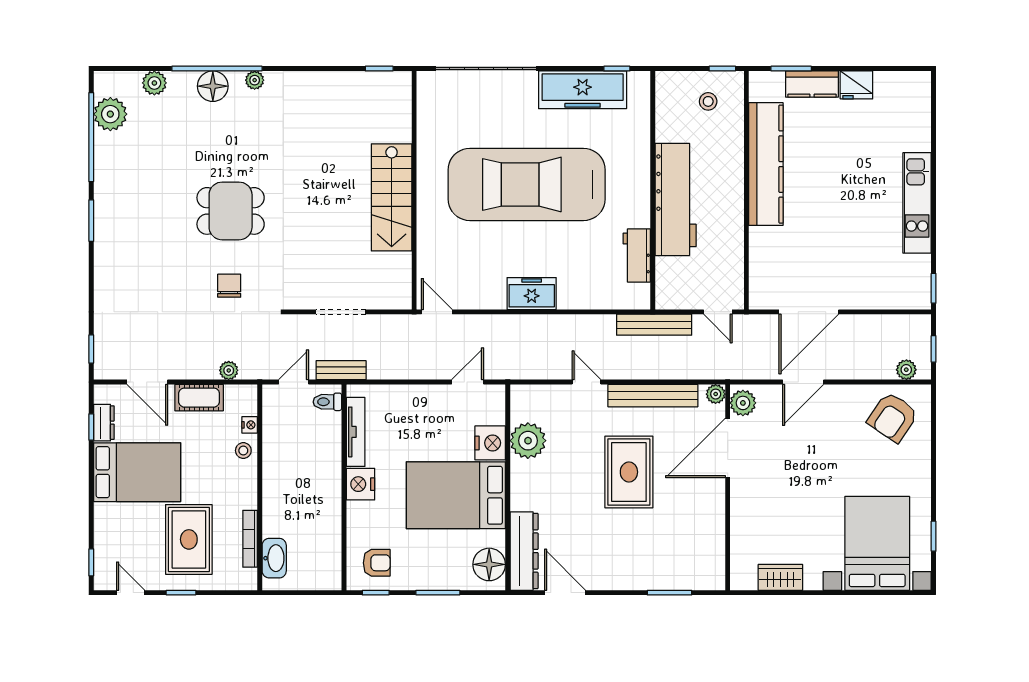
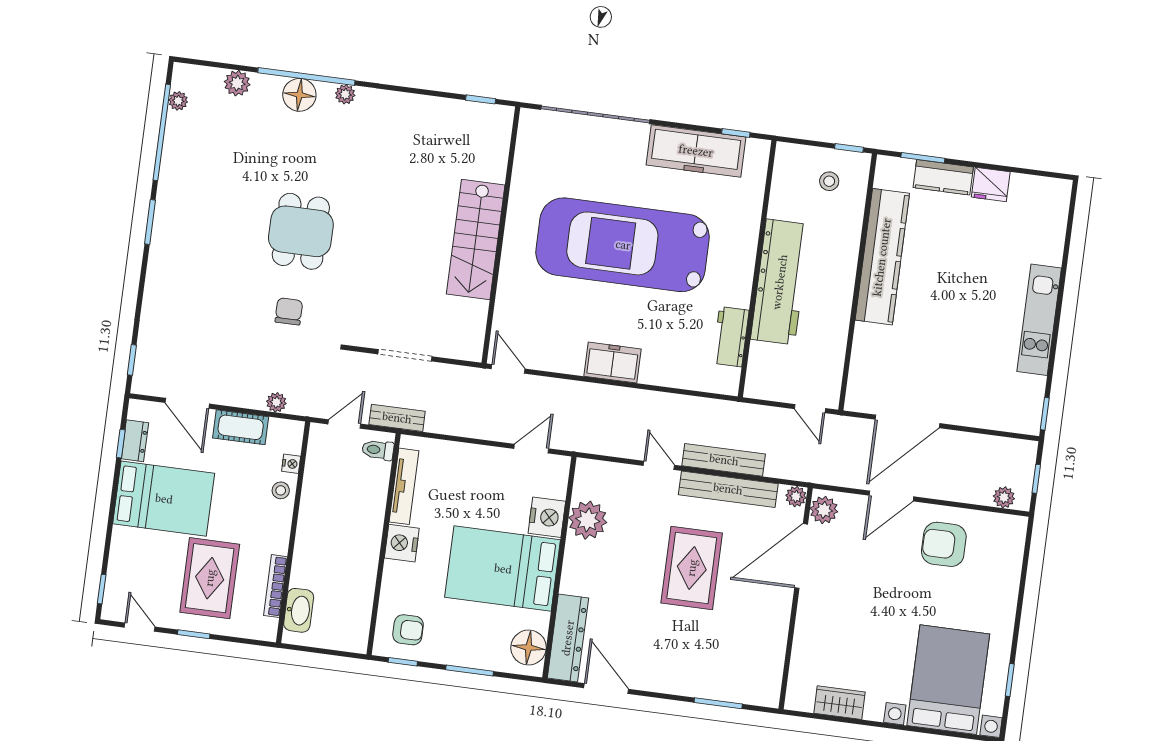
plant: (110, 114) -> (178, 101), width x0.53, depth x0.53
dining table: (231, 211) -> (301, 231), turned 90
bench: (654, 325) -> (724, 460), moved
armchair: (893, 417) -> (944, 544), moved, turned 56

